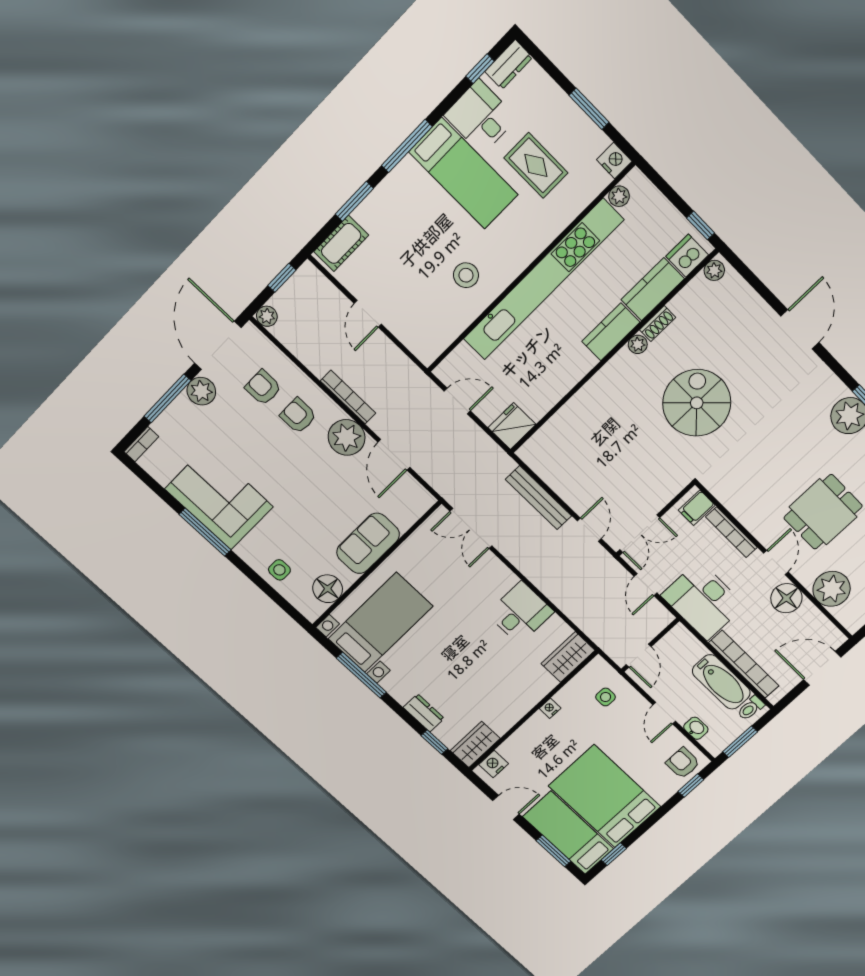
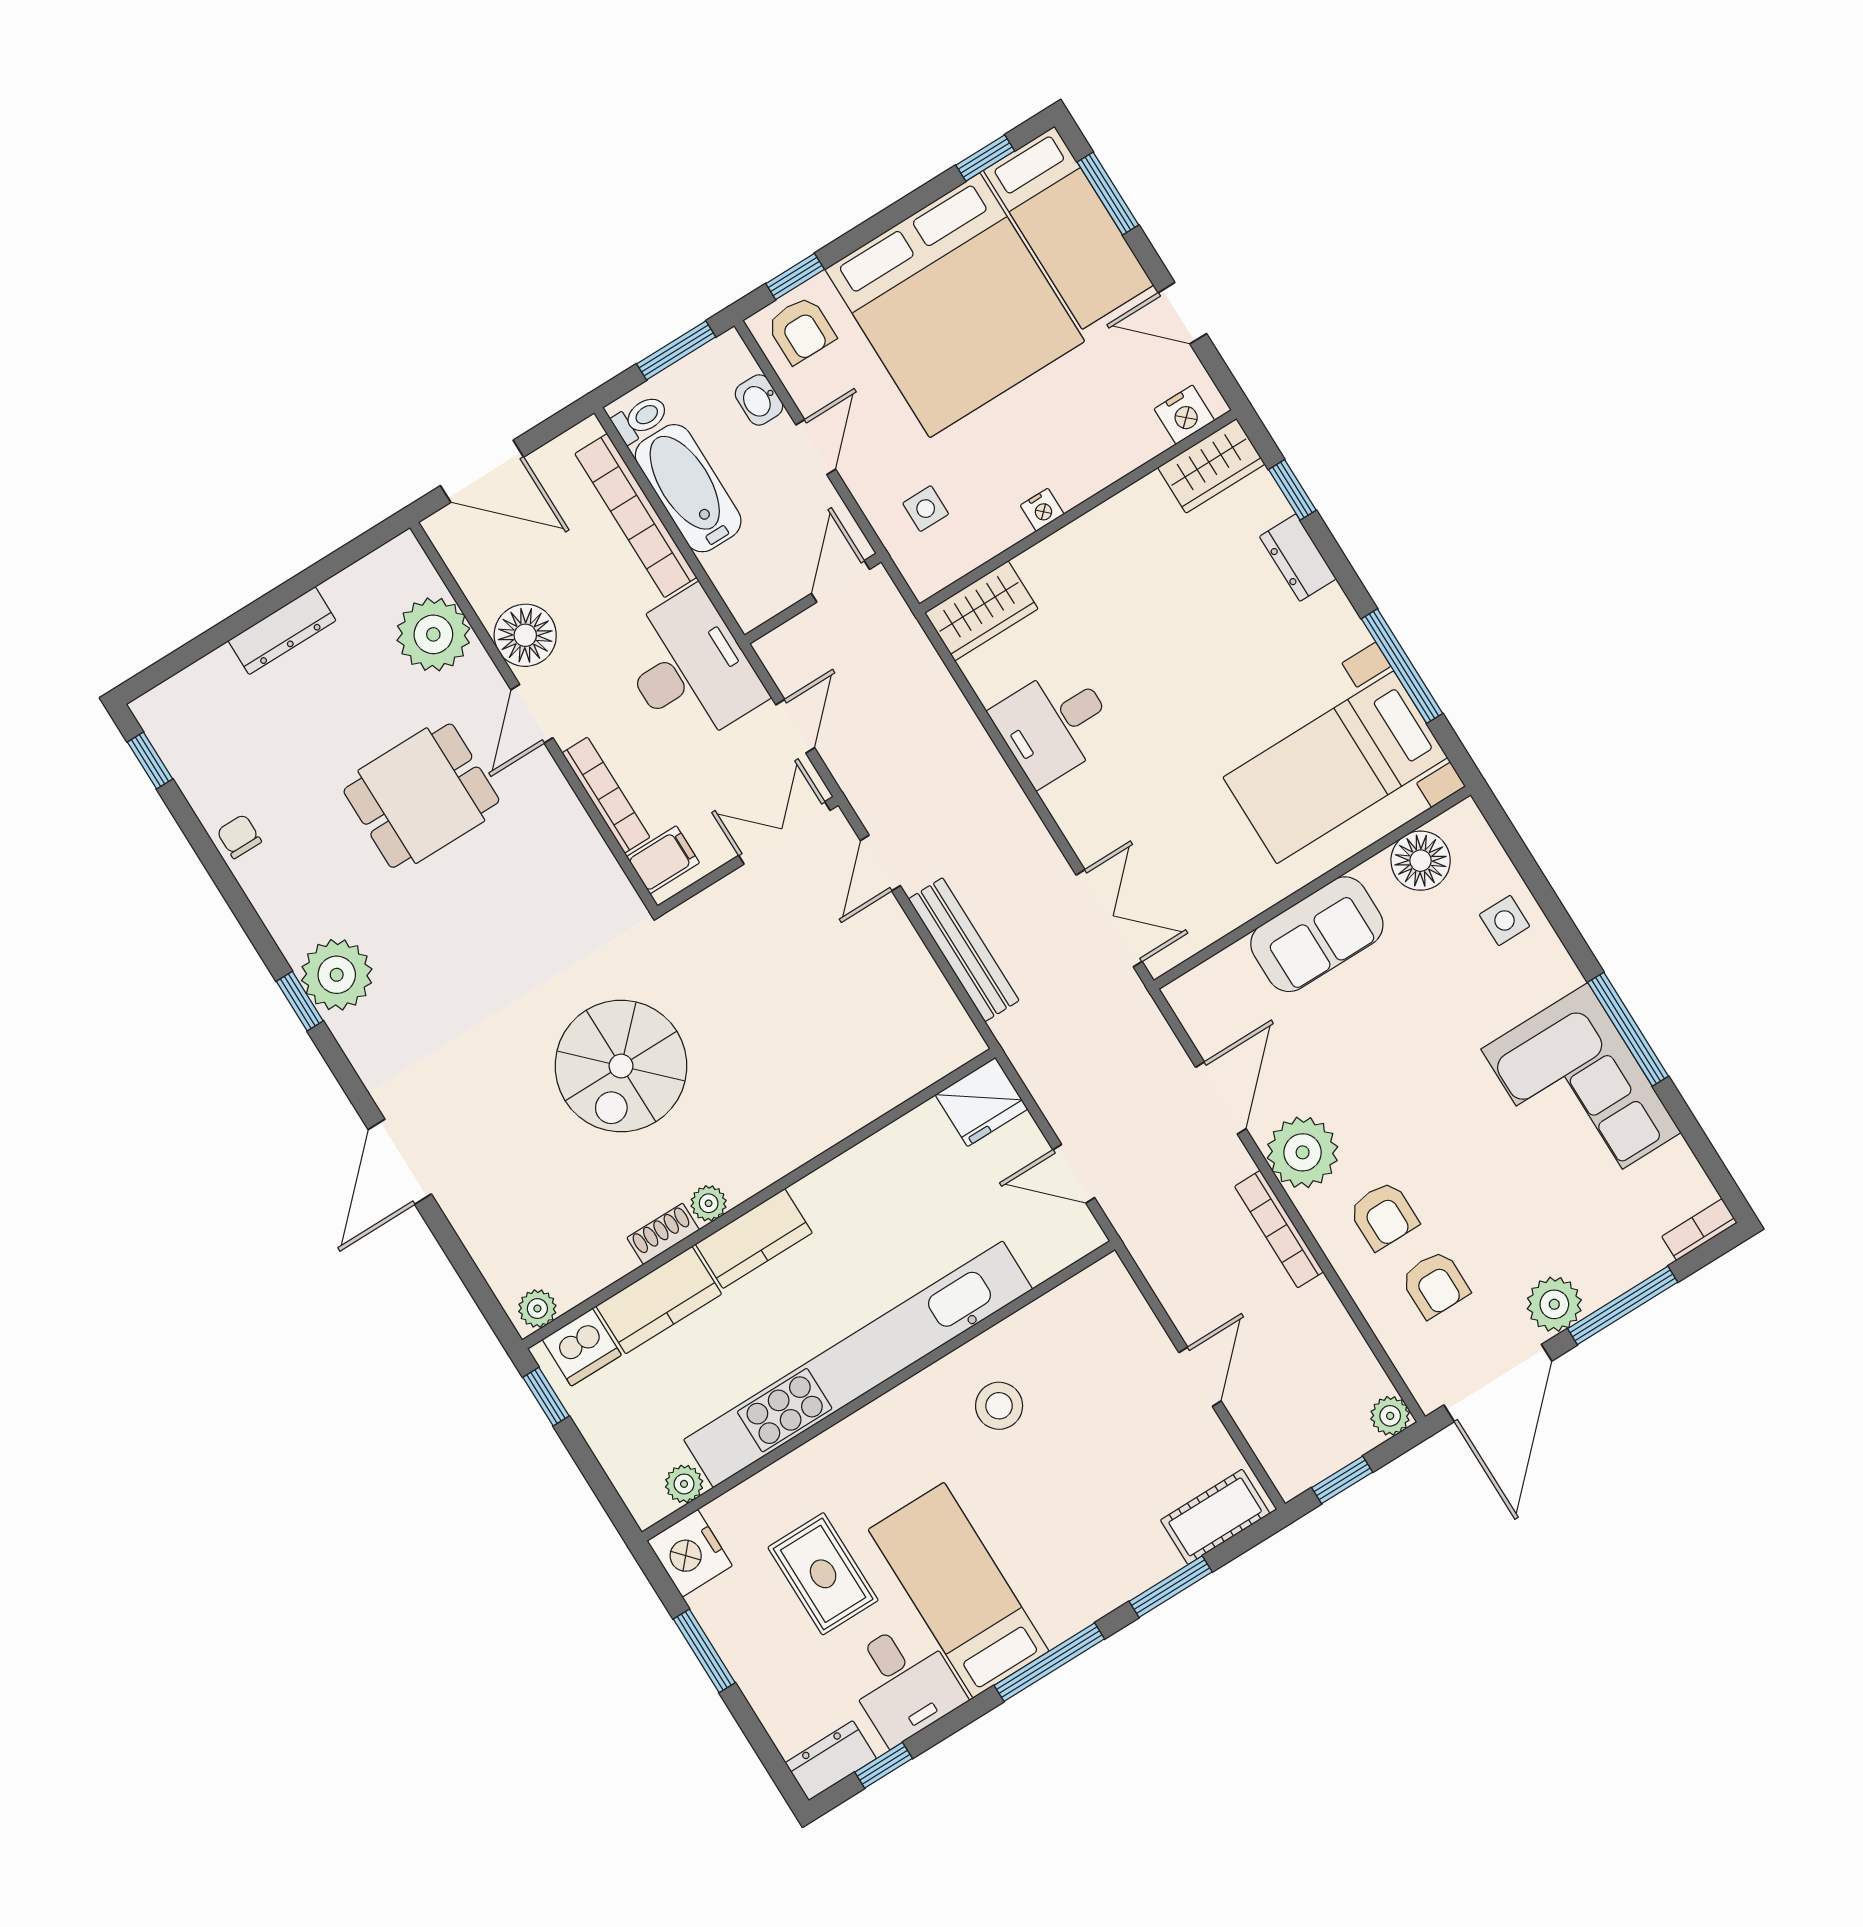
nightstand: (614, 160) -> (690, 1553), width x1.36, depth x1.33
bed: (605, 796) -> (955, 305), width x1.36

